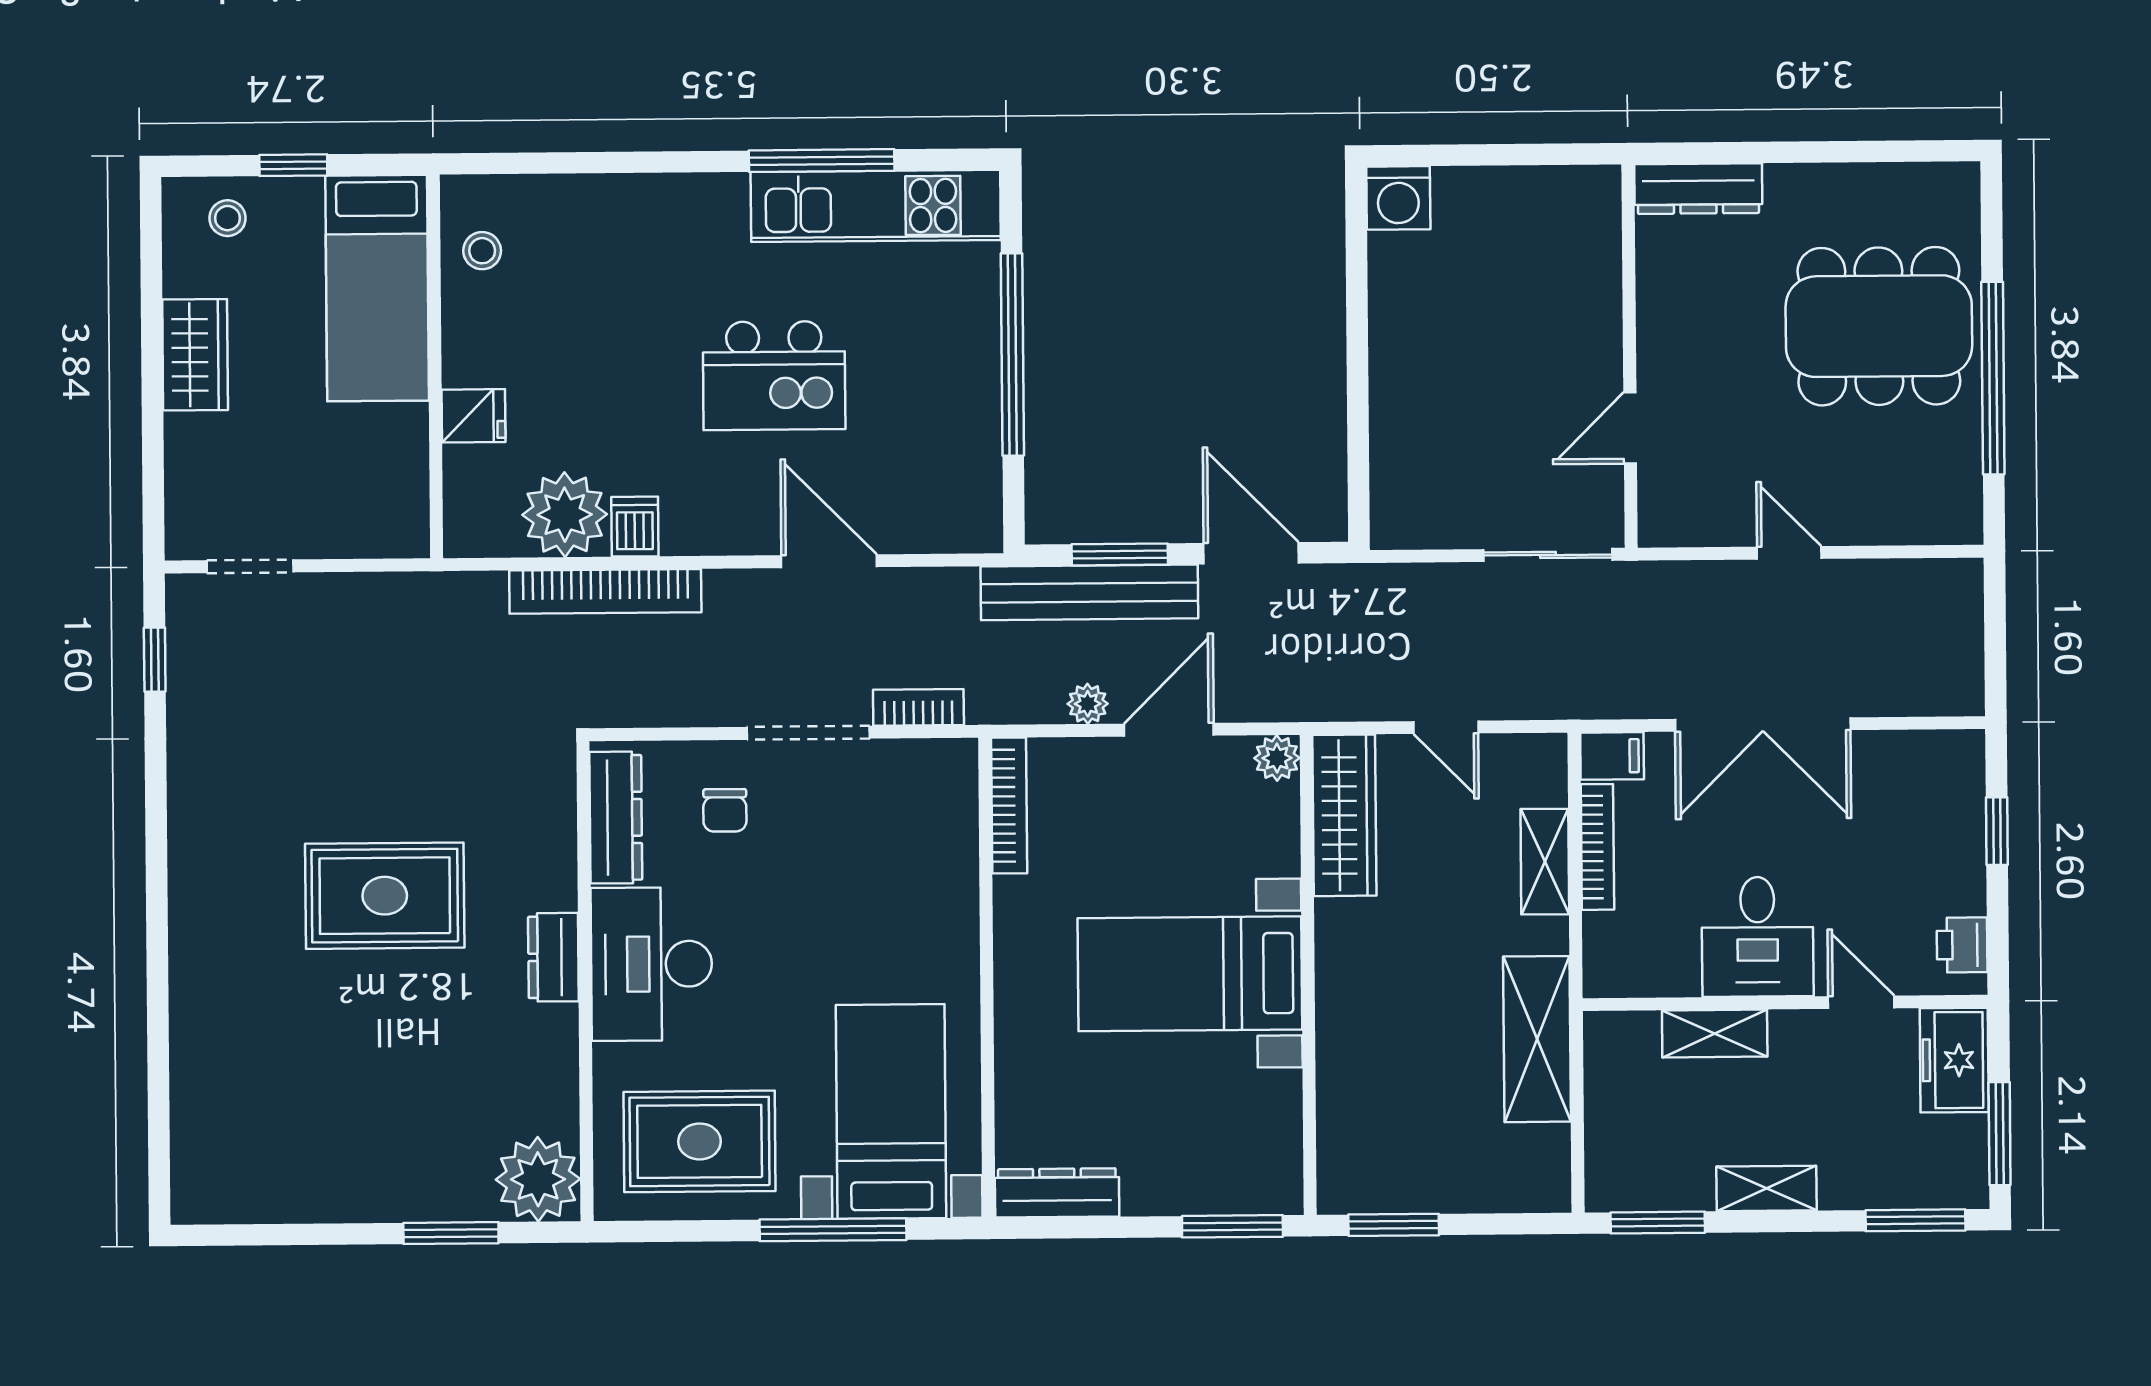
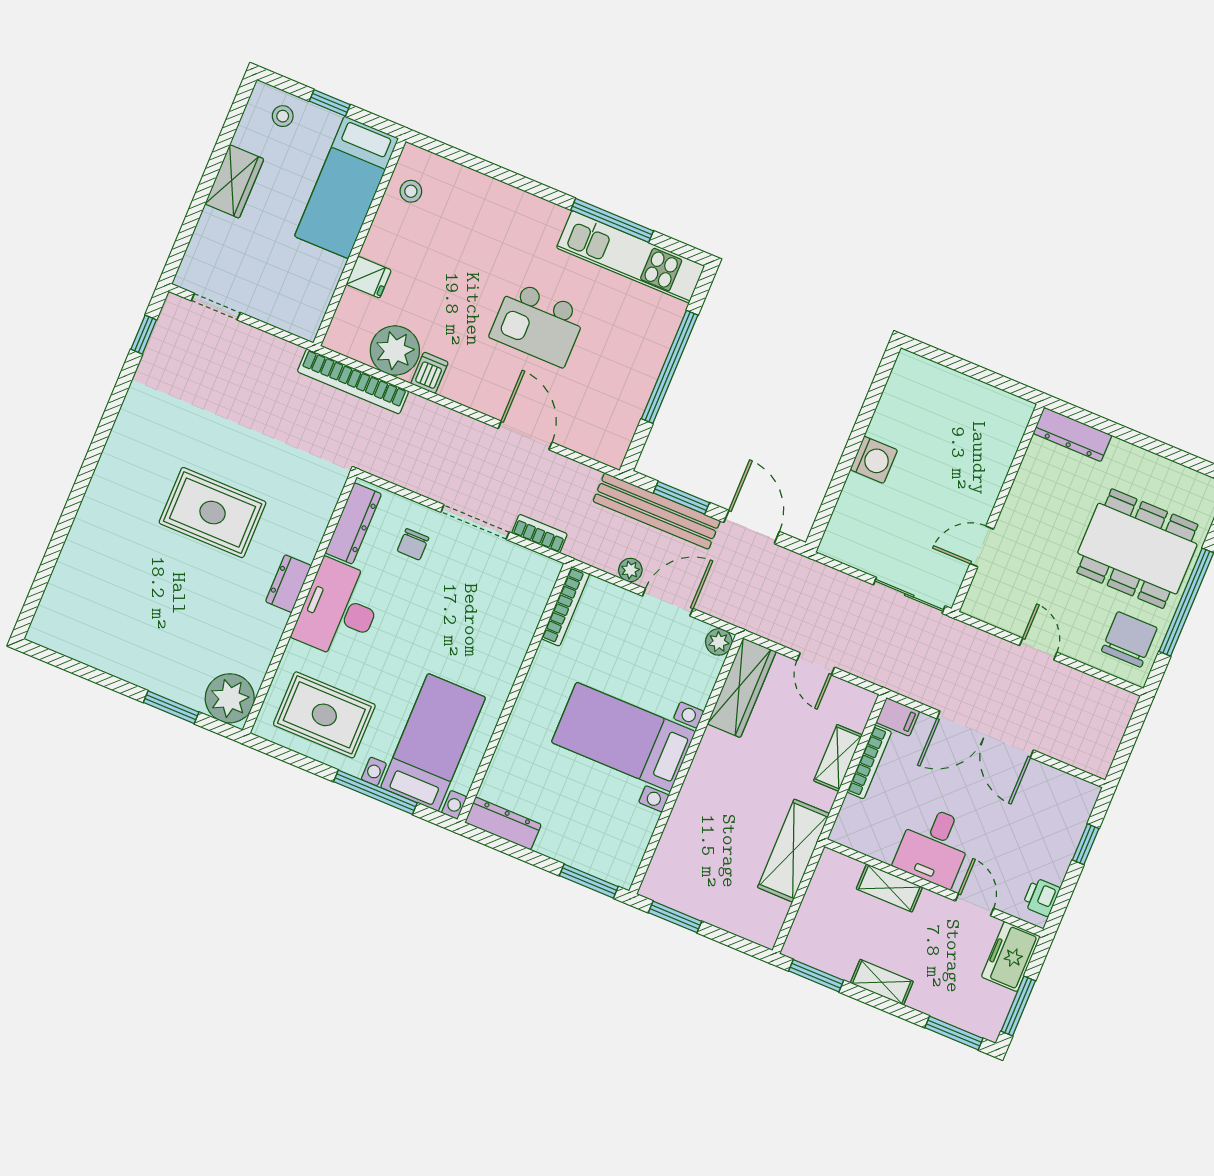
washing machine: (1398, 198) -> (874, 460), moved, turned -90
chair: (1928, 476) -> (1129, 639), added
bookcase: (605, 591) -> (353, 381), moved

